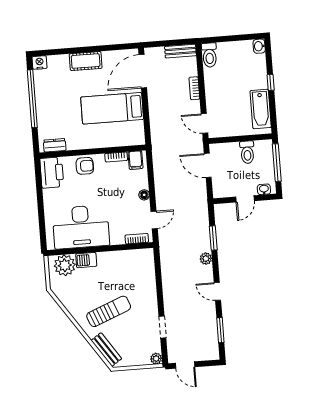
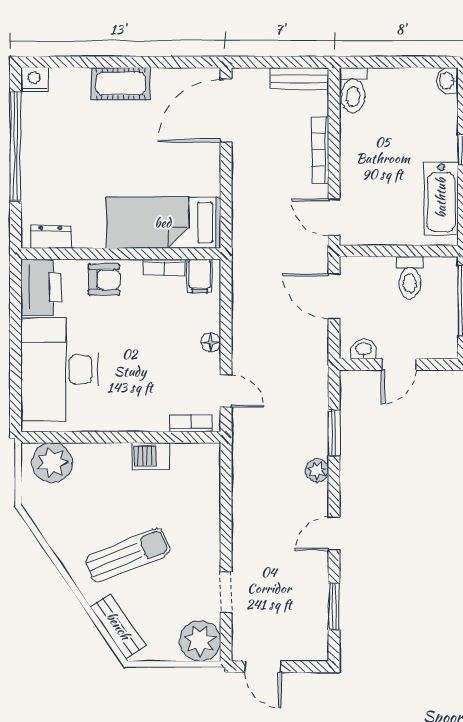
bookcase: (194, 88) -> (320, 150), width x1.56
bed: (112, 108) -> (163, 223), moved
washbasin: (264, 189) -> (364, 349), moved
door: (154, 220) -> (226, 391), hinge flipped
desk: (81, 227) -> (59, 369), moved, turned 90
barbecue: (86, 260) -> (151, 456), moved
door: (217, 291) -> (334, 533), hinge flipped
plant: (156, 359) -> (200, 641), width x1.88, depth x1.88

